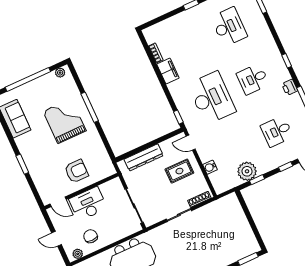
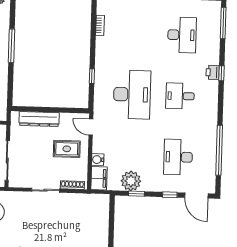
window: (287, 61) -> (222, 73), moved
filing cabinet: (168, 71) -> (99, 178), moved
printer: (290, 87) -> (213, 72), moved
window: (178, 117) -> (92, 76), moved
desk: (277, 131) -> (178, 157), width x1.37

